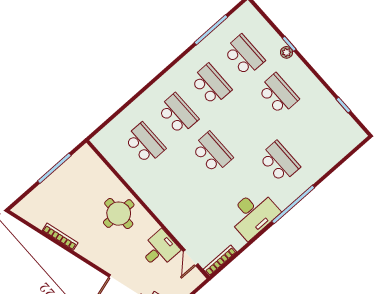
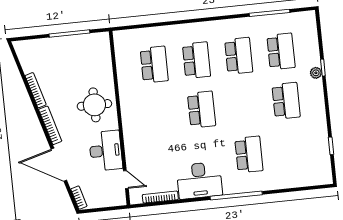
desk: (160, 250) -> (106, 151), width x1.37
bookcase: (94, 258) -> (50, 125), added
door: (191, 258) -> (126, 180), swing flipped
bookcase: (220, 261) -> (160, 197), moved

